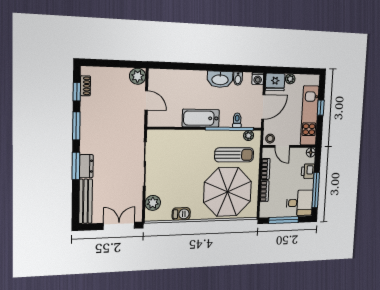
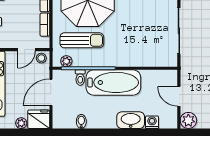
washbasin: (220, 79) -> (131, 120), moved
washing machine: (258, 79) -> (152, 122), moved
bathtub: (201, 118) -> (113, 82), width x1.36, depth x1.36
door: (282, 146) -> (26, 50), swing flipped
sun lounger: (234, 155) -> (82, 40), turned 180

